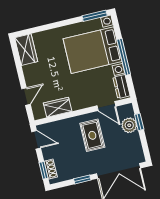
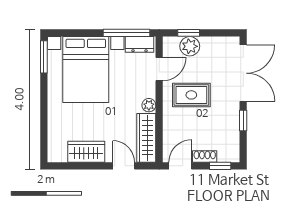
wardrobe: (26, 50) -> (86, 152), moved
window: (124, 57) -> (127, 33), moved
plant: (77, 105) -> (149, 105), added
wardrobe: (58, 107) -> (146, 138), width x1.50
shoe rack: (51, 169) -> (205, 156), moved

